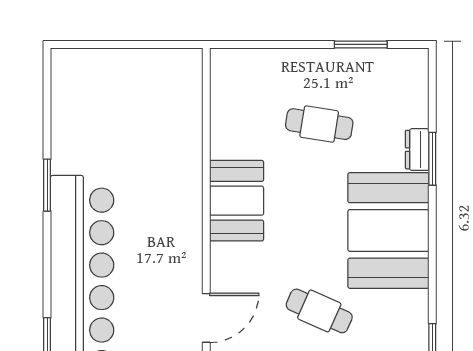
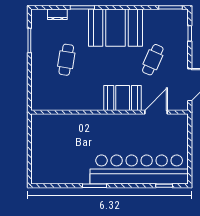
dresser: (417, 150) -> (57, 14), moved
booth: (237, 201) -> (123, 98), moved
door: (206, 318) -> (156, 112), hinge flipped

